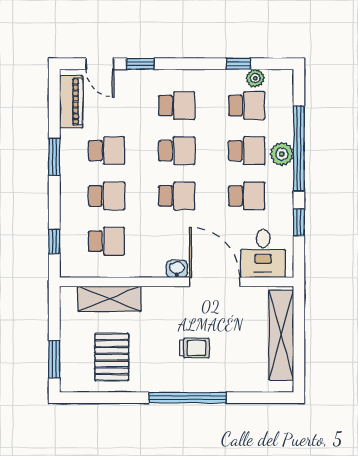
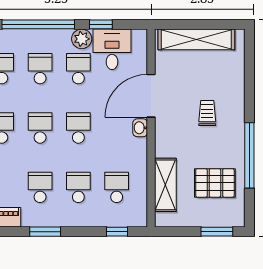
plant: (282, 154) -> (82, 39), moved
desk: (263, 253) -> (112, 49), moved, turned -90
window: (188, 398) -> (249, 155), moved

